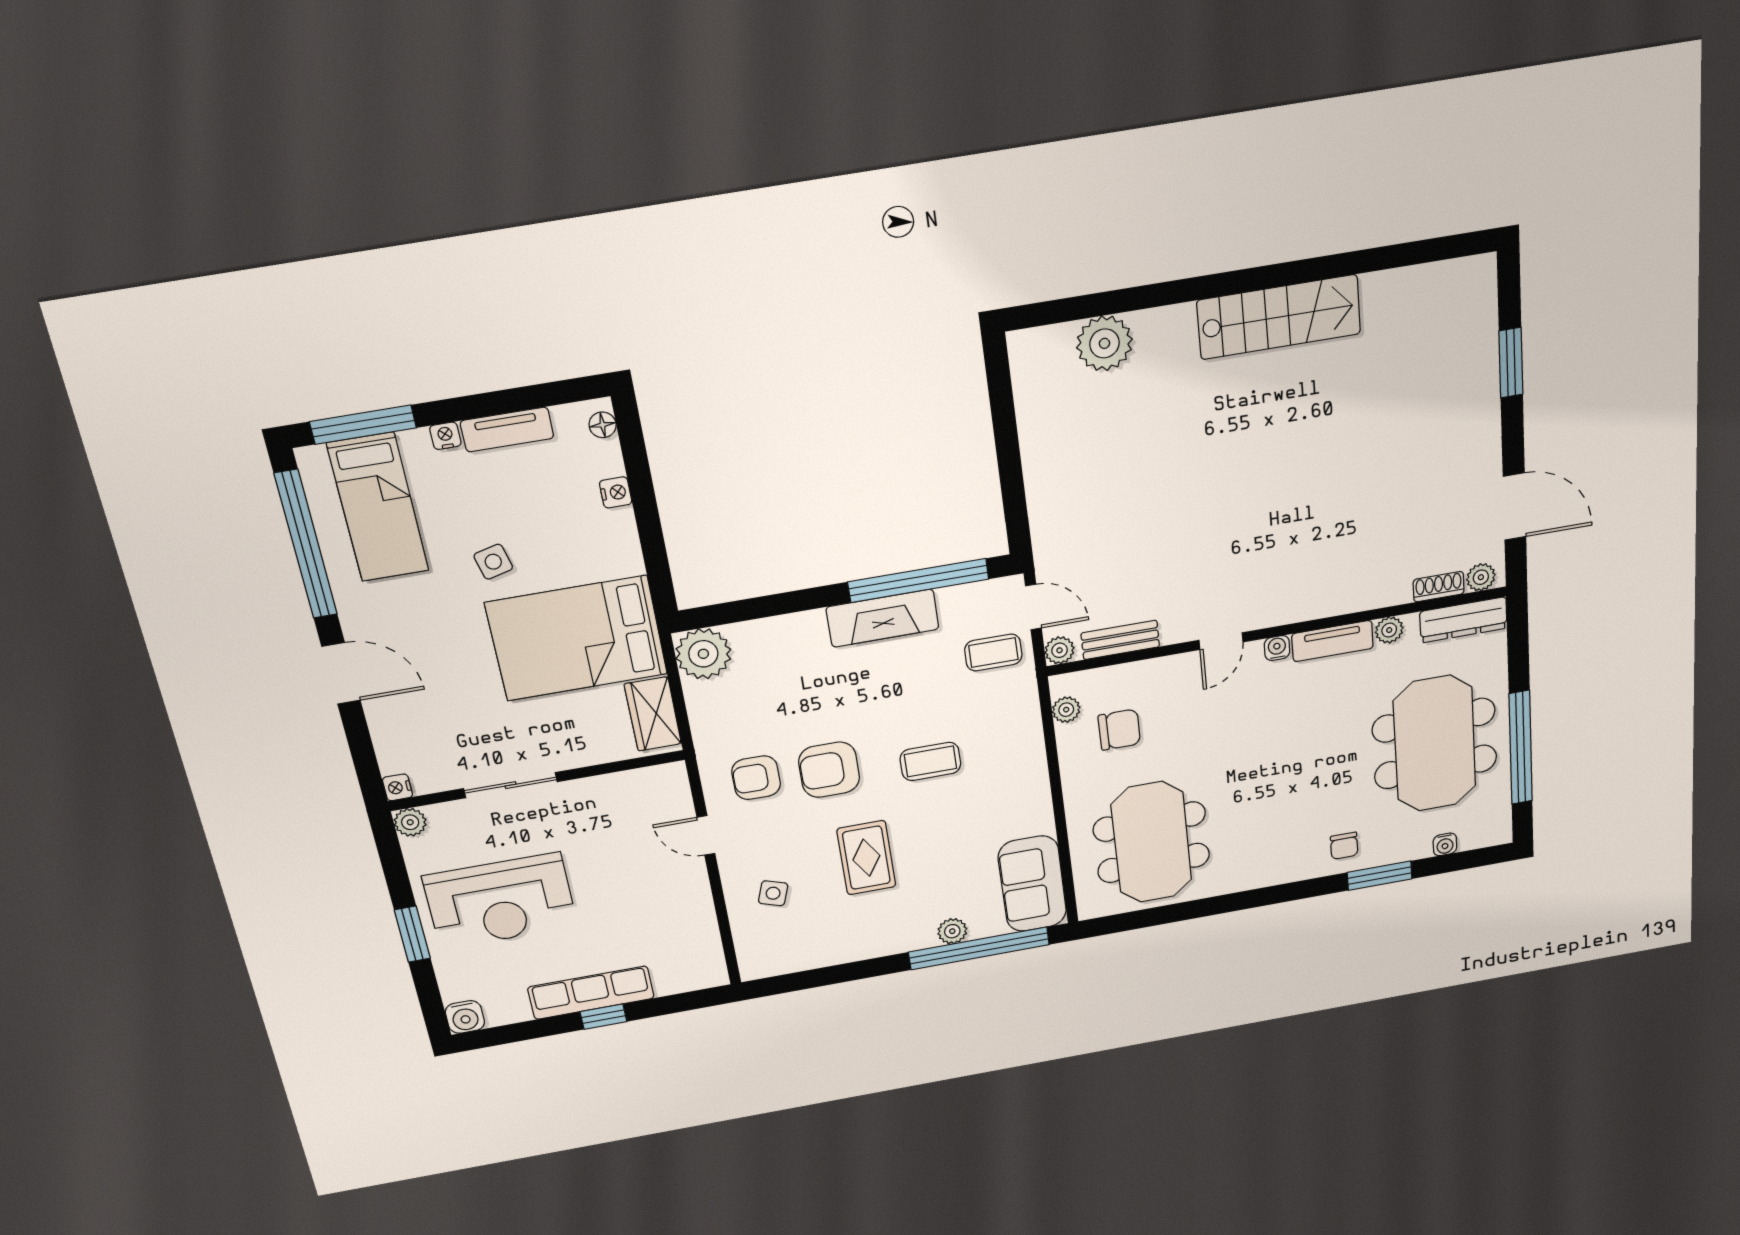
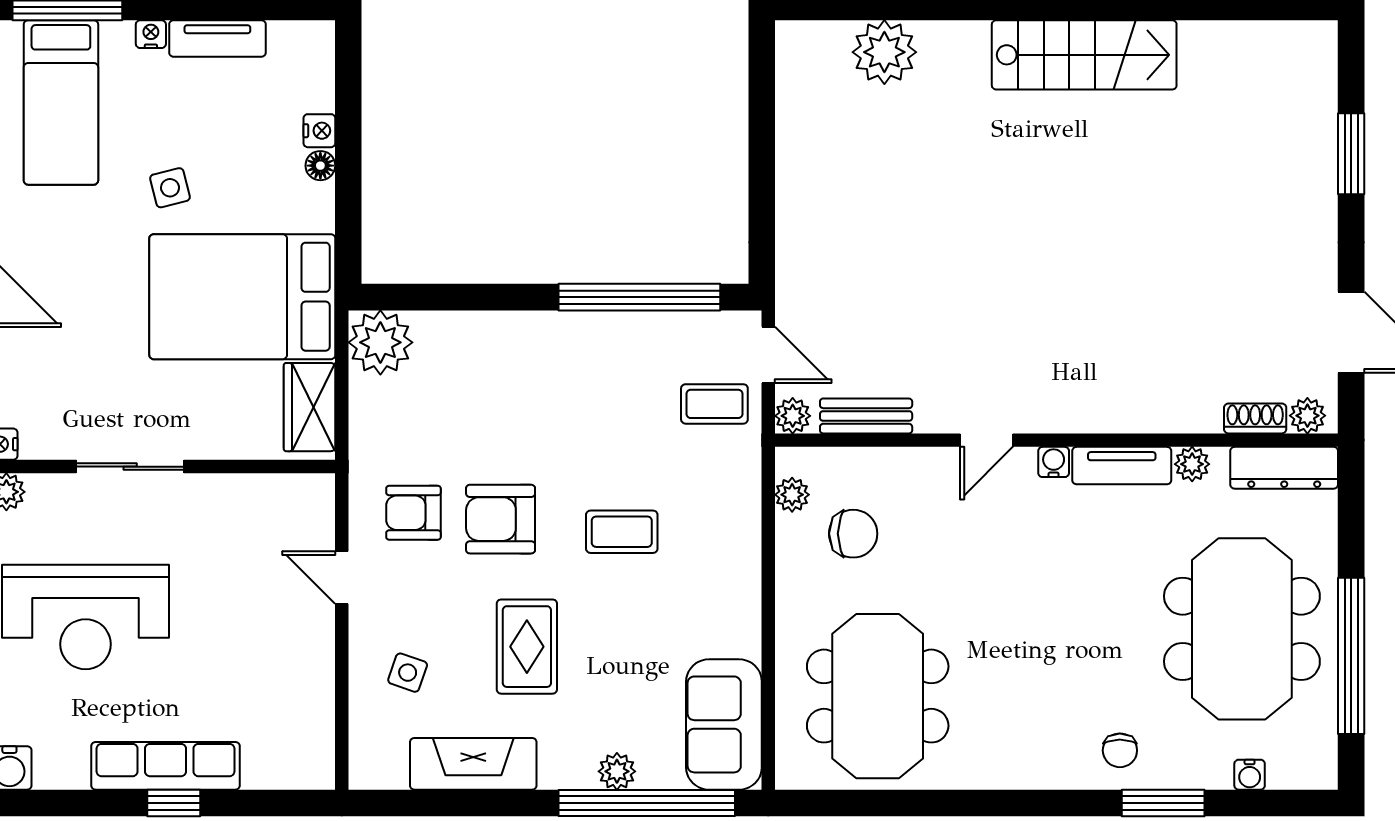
floor lamp: (603, 425) -> (320, 166), moved
fireplace: (882, 618) -> (473, 764), moved, turned 180

